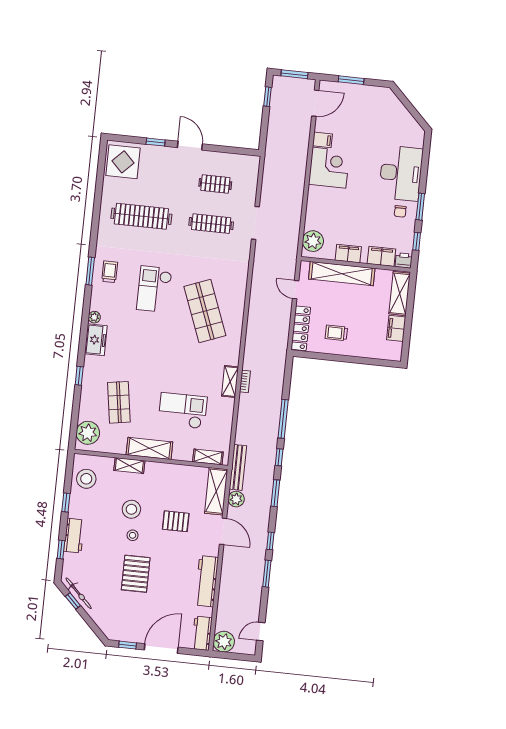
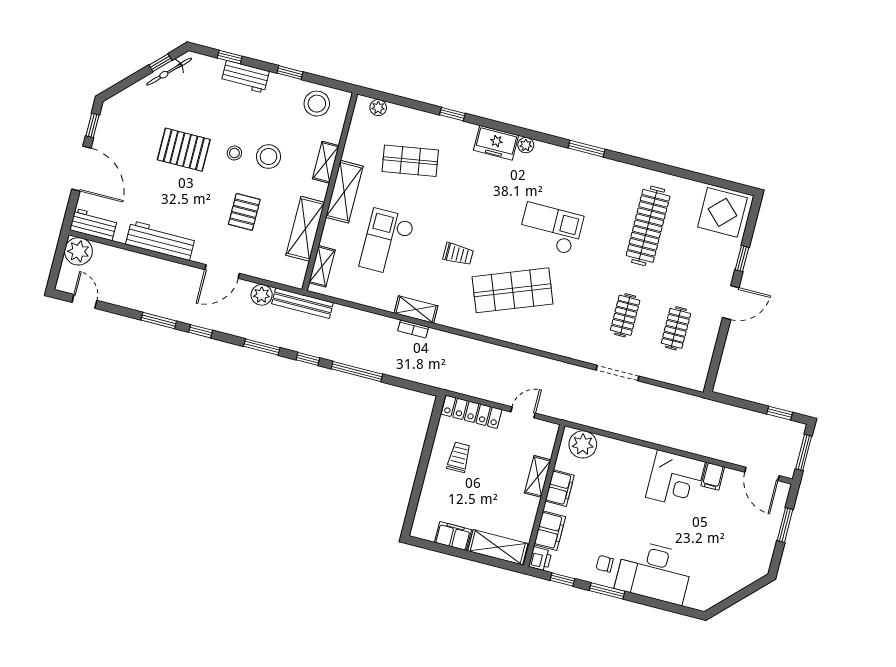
clothes rail: (211, 224) -> (625, 315), width x0.73
trolley: (110, 272) -> (458, 254), moved
shelving: (342, 274) -> (538, 476), width x0.45, depth x0.75
checkout: (183, 411) -> (387, 242), turned 180
plant: (88, 433) -> (378, 108), width x0.53, depth x0.53
shelving: (216, 491) -> (305, 229), moved, turned 90

